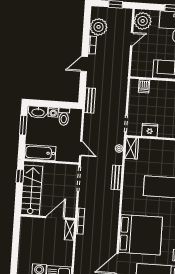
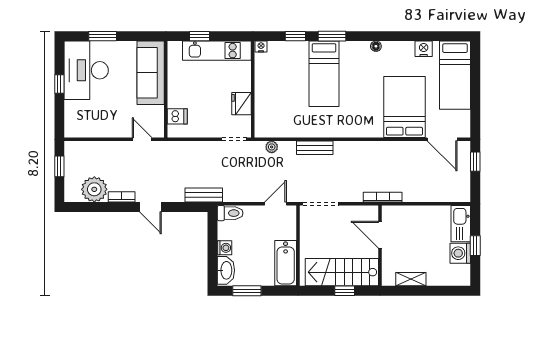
plant: (143, 21) -> (81, 125), removed
door: (132, 39) -> (142, 139), moved
toilet: (64, 117) -> (230, 213), moved
wardrobe: (132, 148) -> (270, 129), removed
window: (20, 176) -> (345, 291), moved
shelving: (70, 230) -> (411, 279), moved
bed: (140, 235) -> (404, 107), width x0.73

